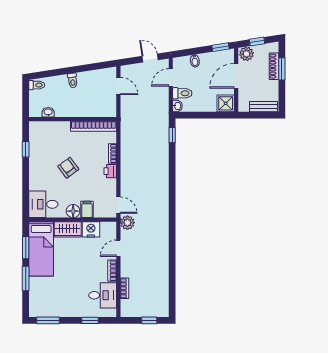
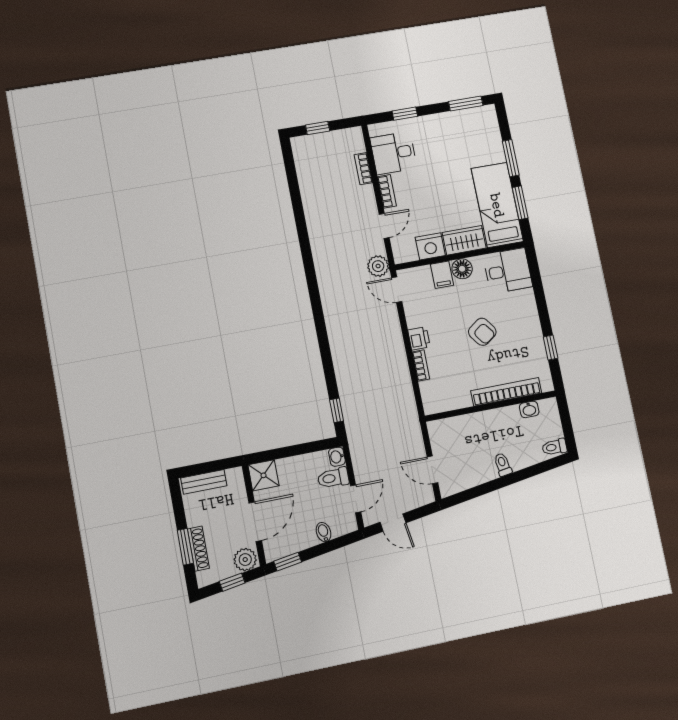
bookcase: (93, 126) -> (506, 392), moved

